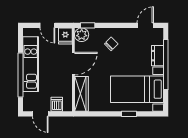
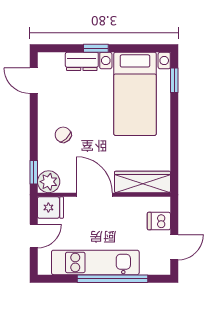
window: (166, 64) -> (96, 48), width x0.32
window: (129, 114) -> (174, 80), moved

